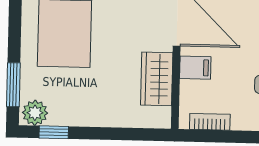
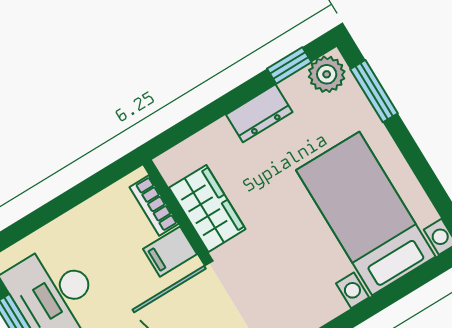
dresser: (90, 115) -> (259, 113), added
bookcase: (210, 122) -> (154, 205), moved, turned 90

